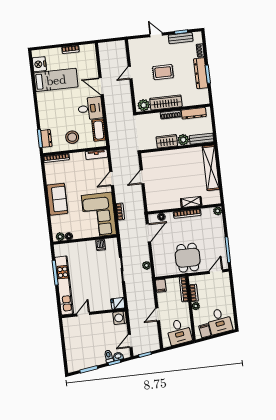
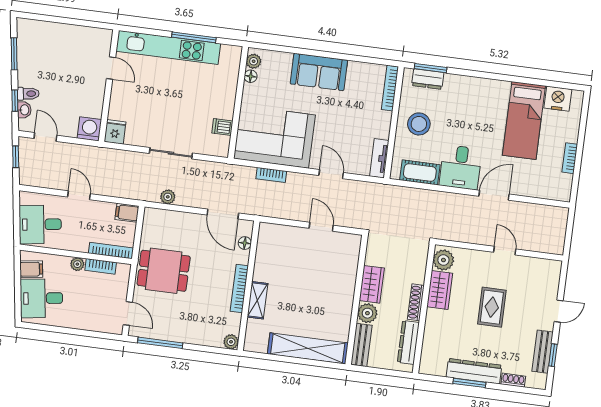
wardrobe: (166, 103) -> (440, 290), width x0.67

